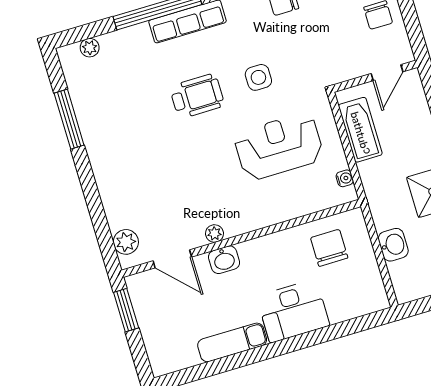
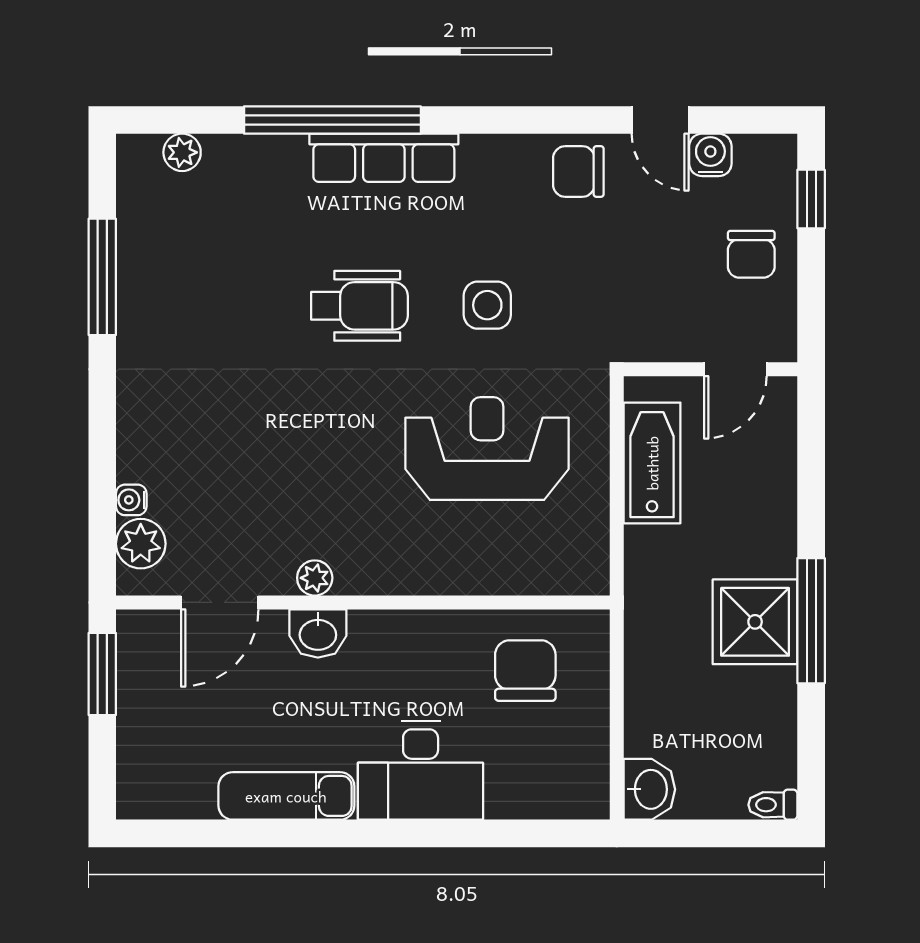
water cooler: (345, 178) -> (131, 500), moved, turned 180
washbasin: (393, 245) -> (649, 789), moved
door: (172, 259) -> (220, 602), hinge flipped

